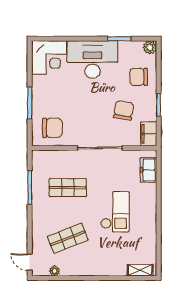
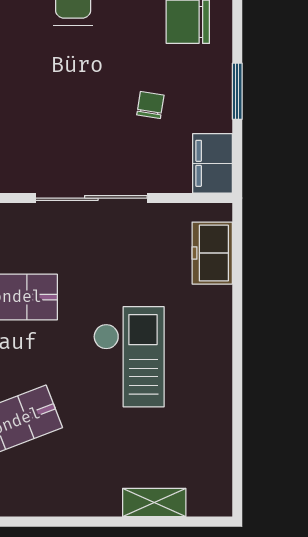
chair: (124, 110) -> (150, 105), width x0.54, depth x0.54
shelving: (140, 270) -> (154, 503), moved

